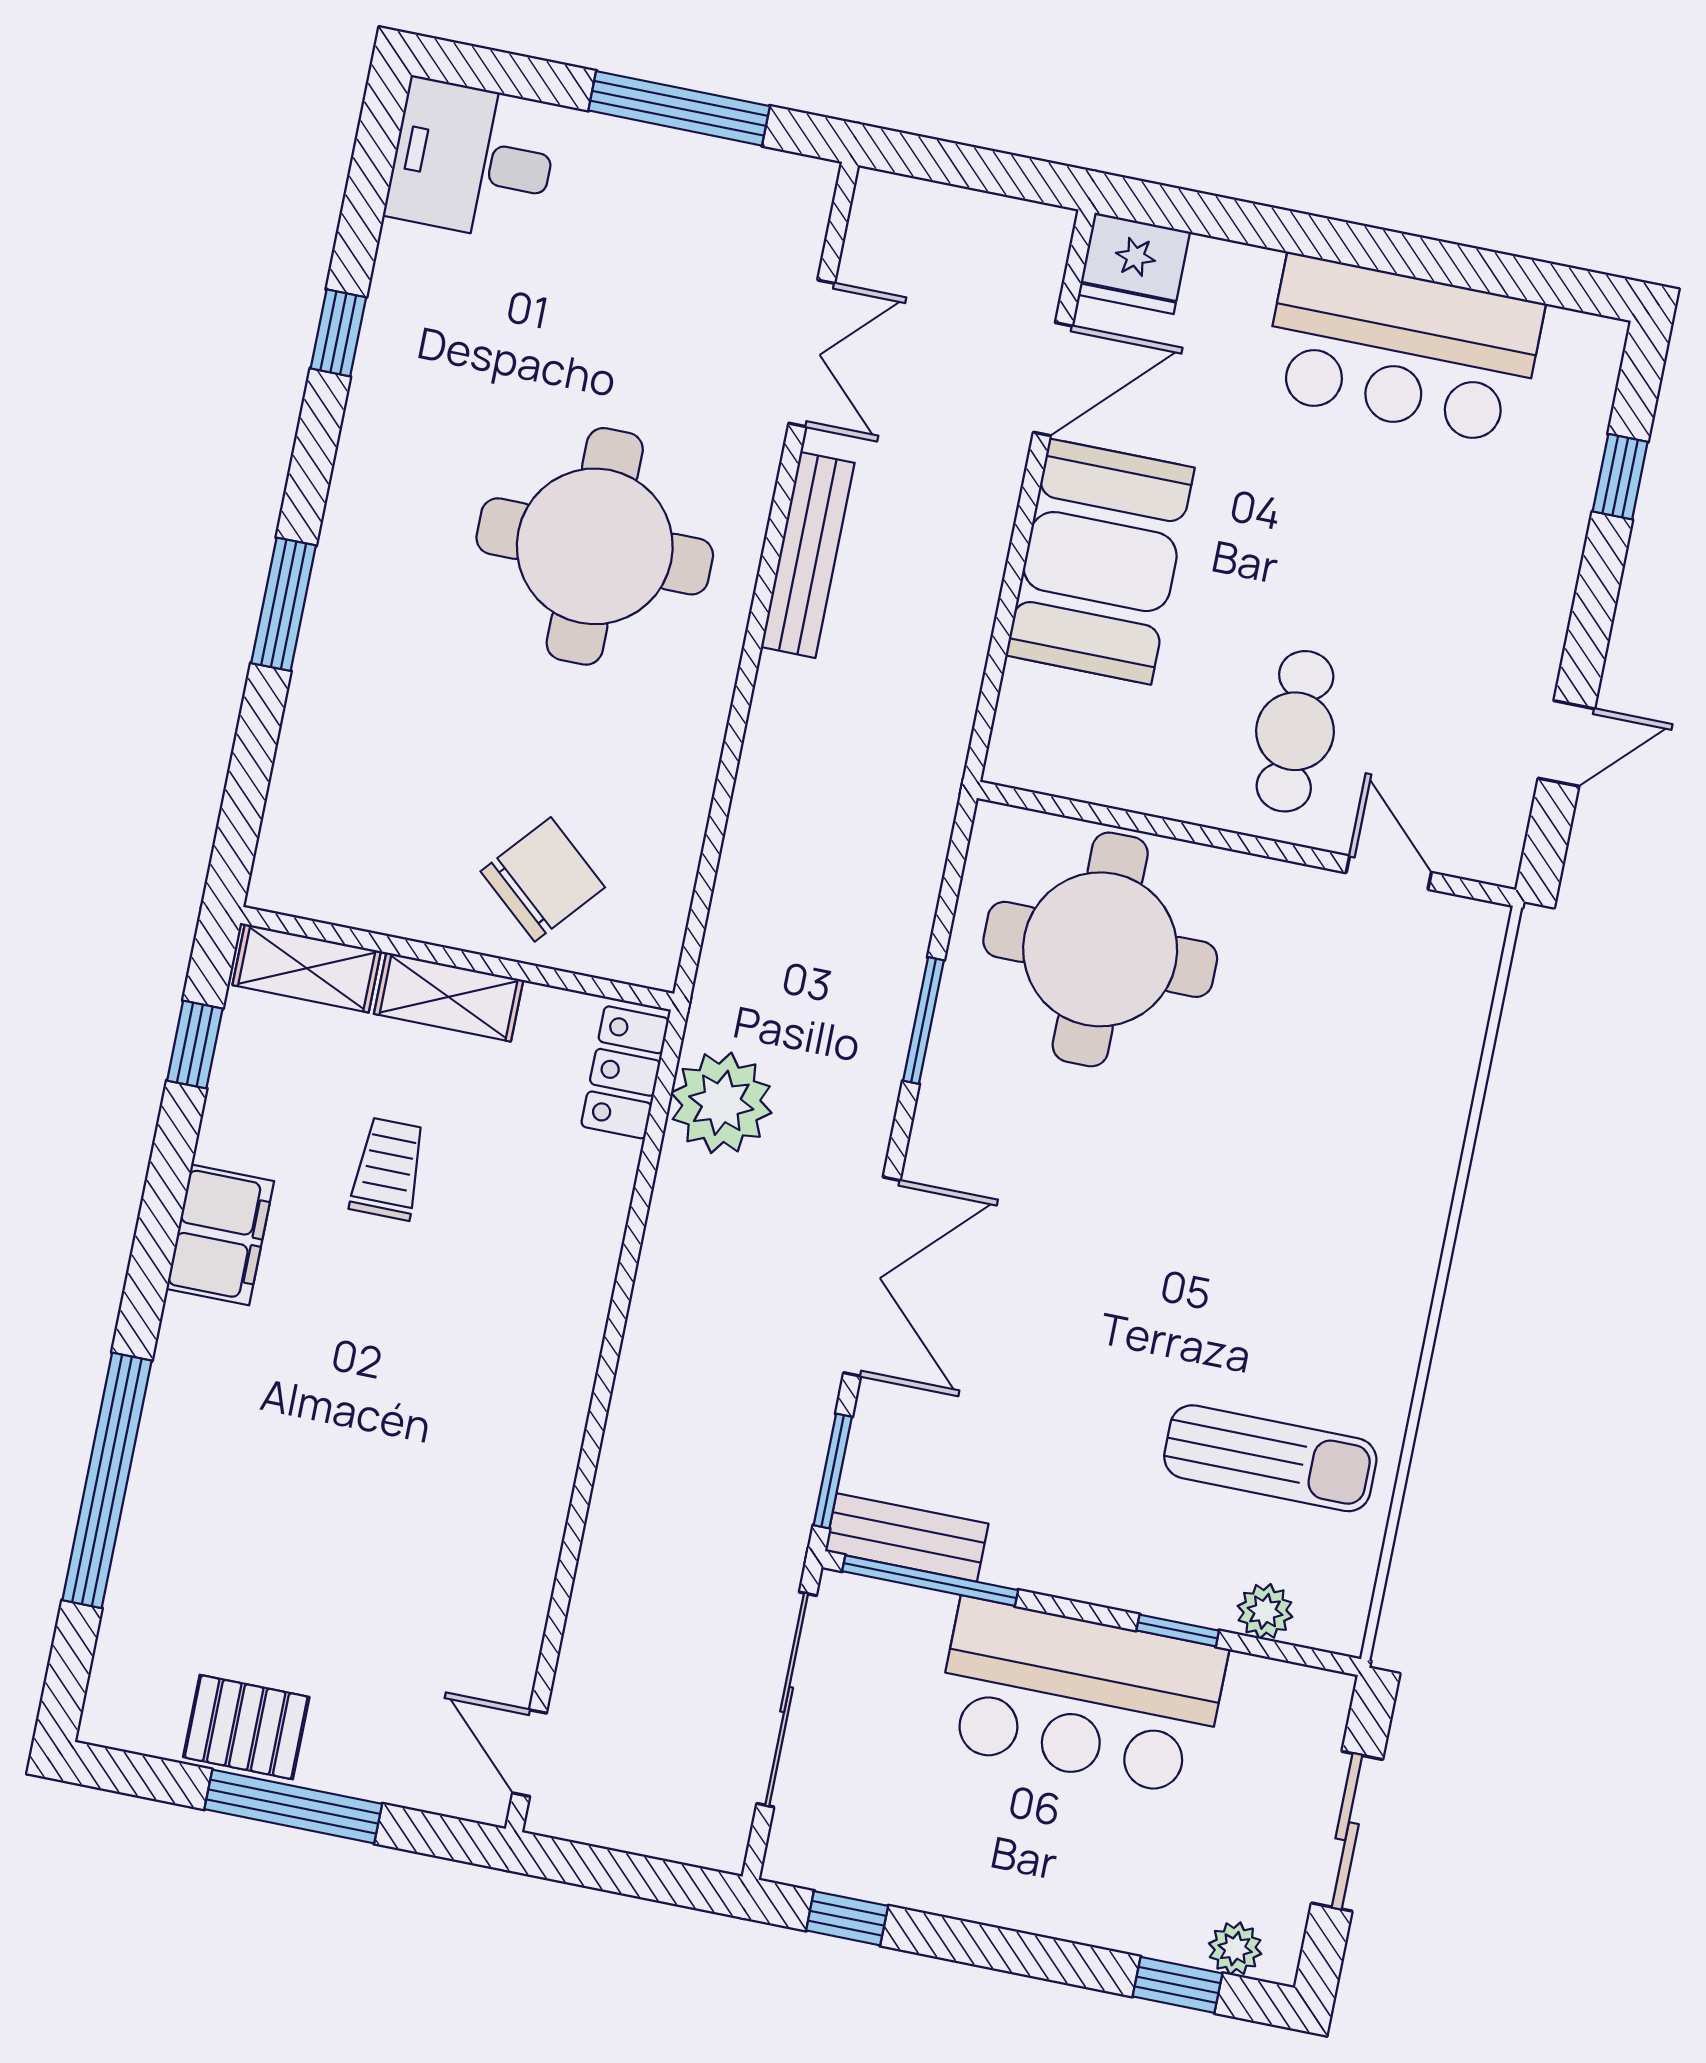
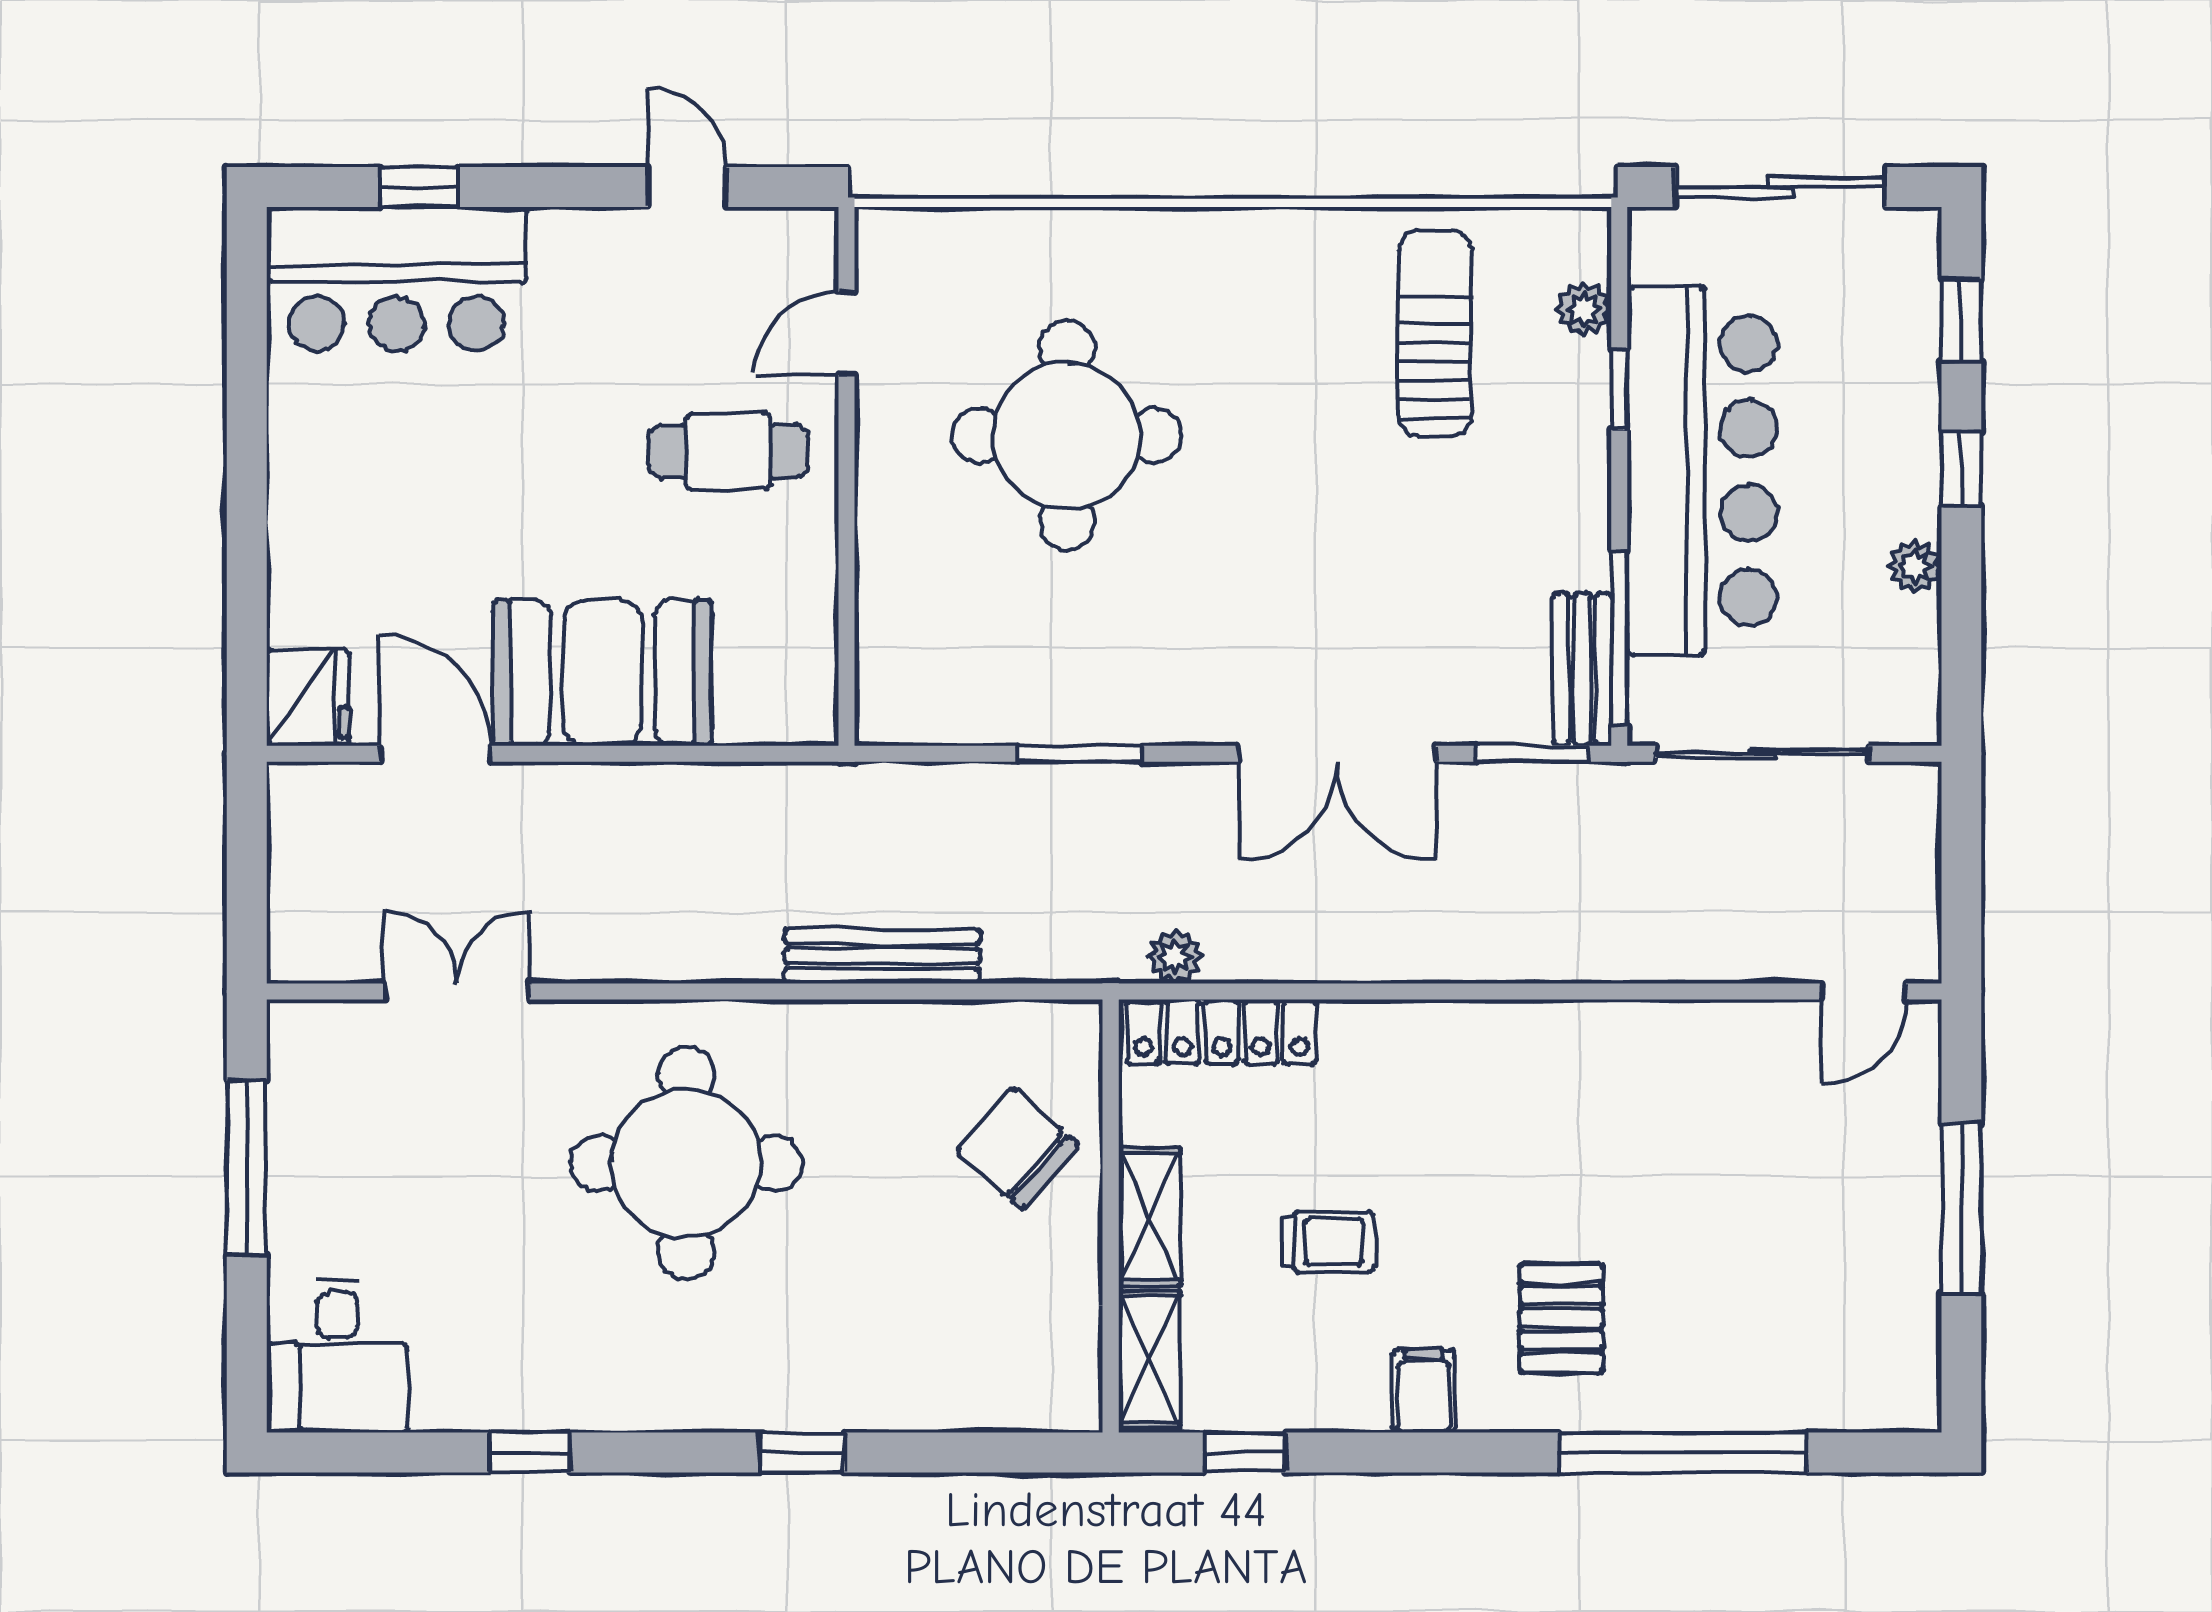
bar counter: (1402, 349) -> (397, 279), moved, turned 90
bench: (808, 555) -> (882, 956), moved
window: (284, 604) -> (803, 1453), width x0.67
round table: (1100, 949) -> (1067, 435), moved
locker: (625, 1072) -> (1222, 1032), width x1.53
plant: (721, 1103) -> (1175, 957), width x0.53, depth x0.53
trolley: (388, 1169) -> (1327, 1242), turned 180
filing cabinet: (220, 1235) -> (1424, 1391), width x0.50
double door: (872, 1277) -> (1337, 754), swing flipped
bar counter: (1080, 1697) -> (1702, 471), width x1.36
pallet: (246, 1727) -> (1561, 1318), moved
sliding door: (1347, 1831) -> (1780, 187), width x1.37
window: (847, 1918) -> (1961, 469), moved
plant: (1235, 1949) -> (1915, 566), moved

